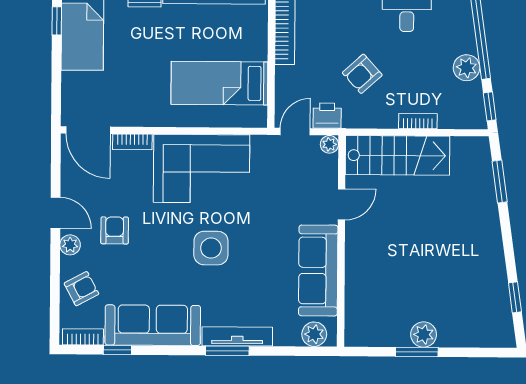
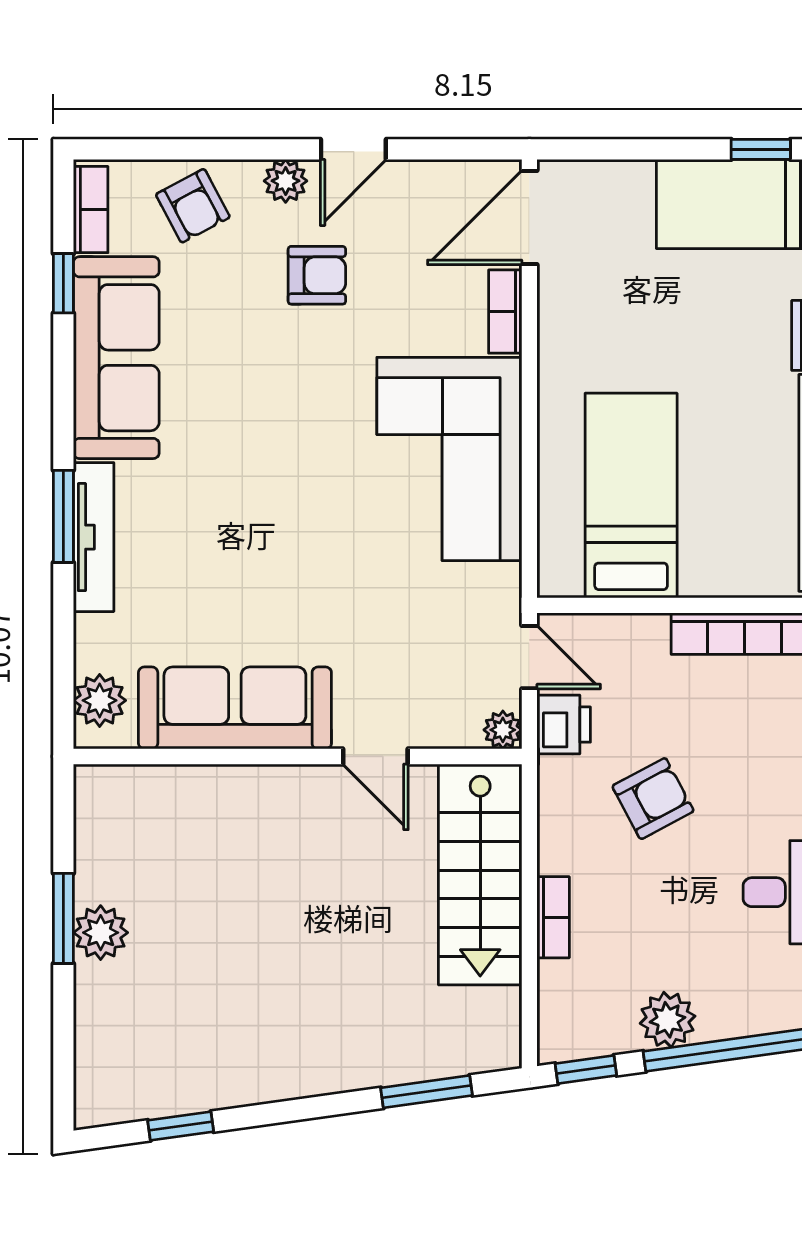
armchair: (362, 74) -> (653, 799), turned 104
side table: (211, 248) -> (281, 480), removed

